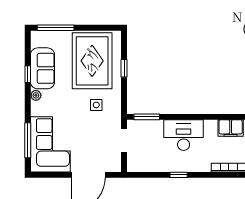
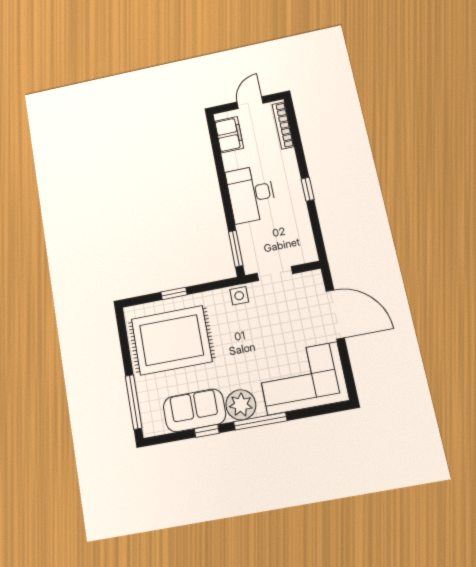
plant: (36, 95) -> (241, 405), width x1.88, depth x1.88
side table: (96, 105) -> (239, 296), moved
window: (28, 140) -> (260, 421), moved

